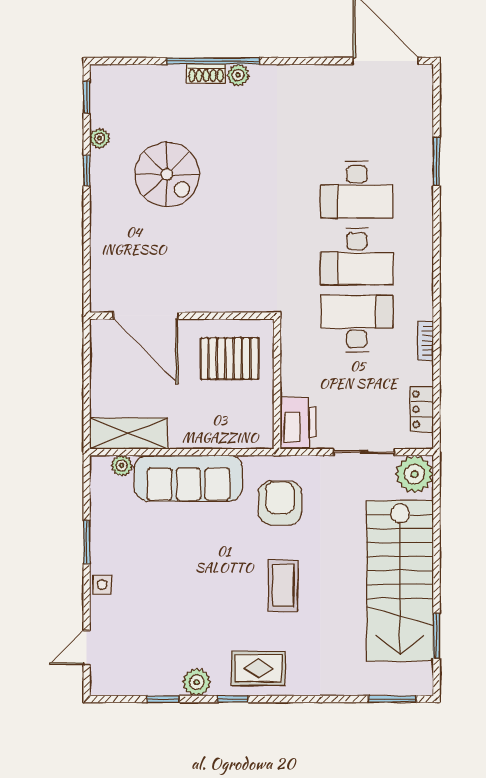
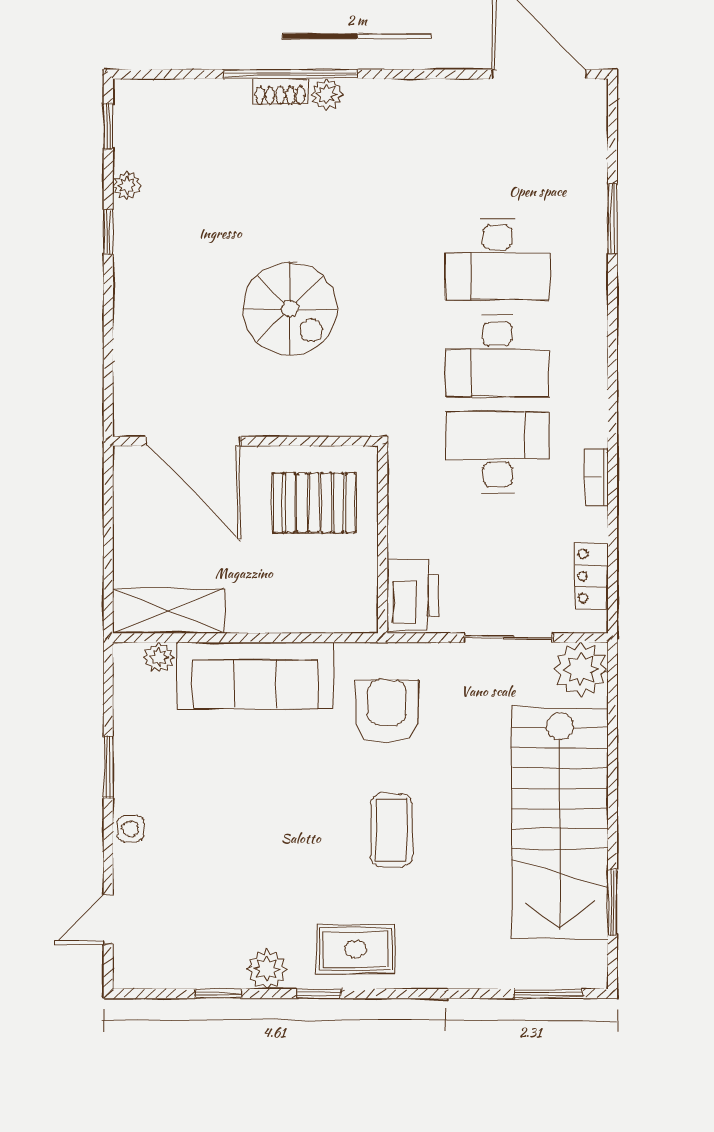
spiral stairs: (167, 174) -> (290, 309), moved

